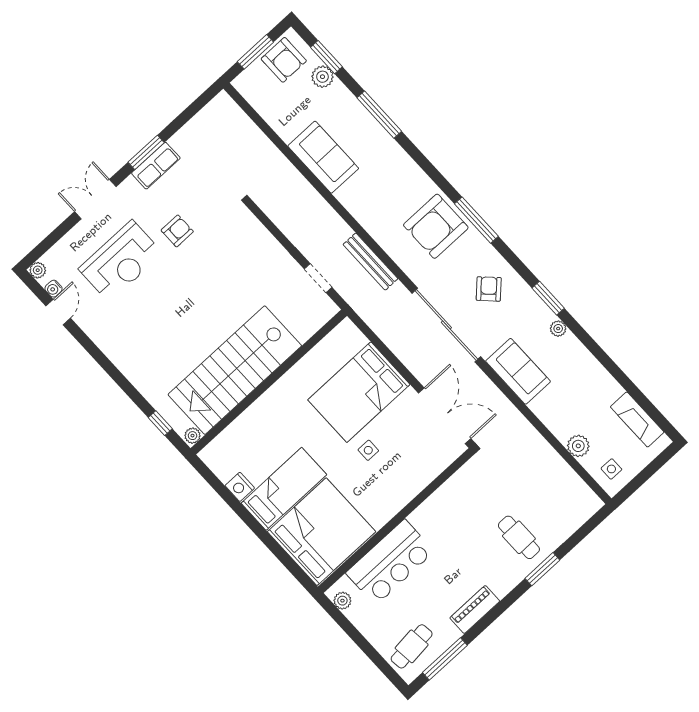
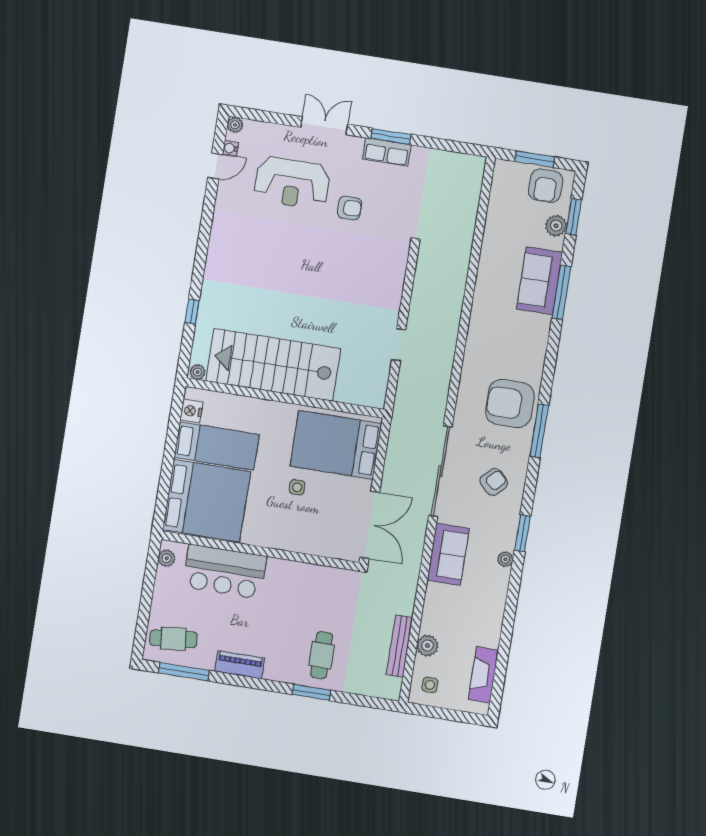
sofa: (323, 157) -> (540, 281), moved, turned 180
bench: (370, 262) -> (399, 646), moved
stairs: (235, 370) -> (273, 365), moved
wall: (269, 382) -> (285, 398), moved
plant: (192, 436) -> (198, 372), moved

